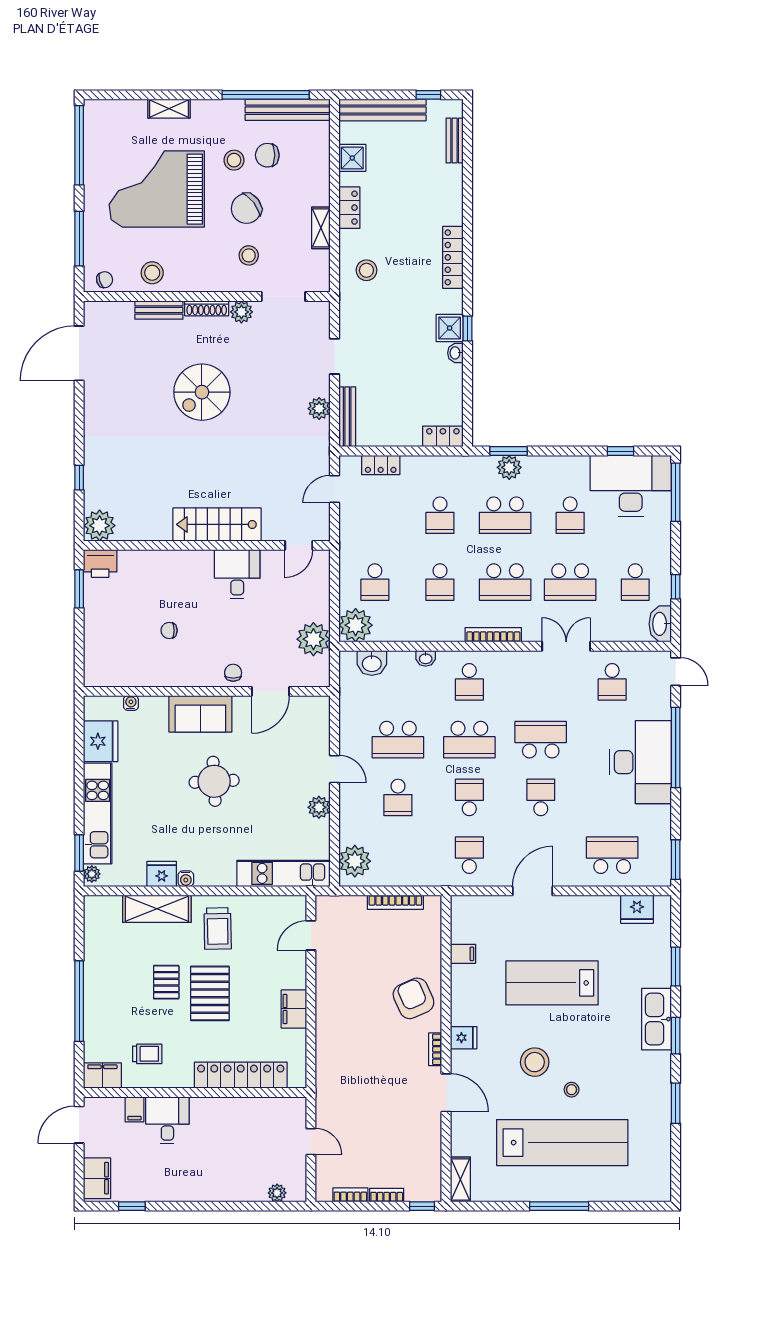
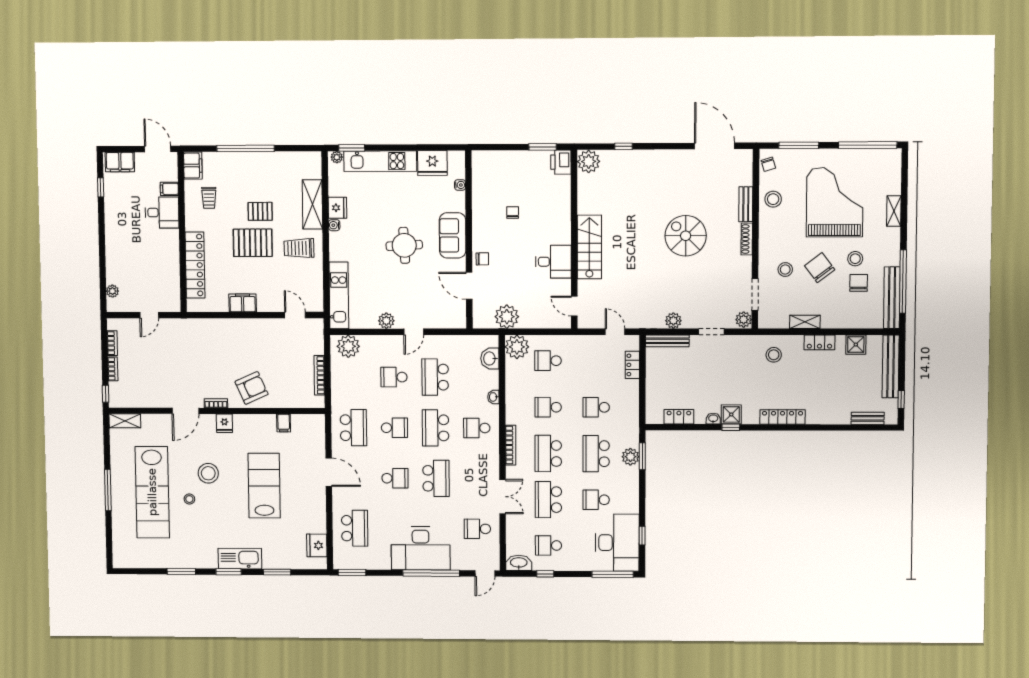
plant: (241, 312) -> (744, 320), moved
locker: (443, 436) -> (679, 417), moved, turned -90
school desk: (469, 855) -> (353, 428), width x1.85

